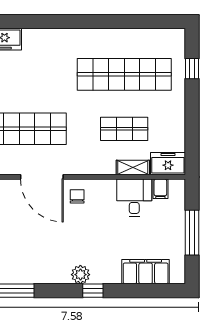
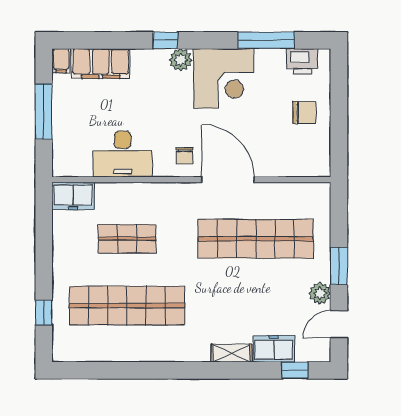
shelving: (133, 168) -> (231, 353), moved
filing cabinet: (160, 189) -> (61, 61), moved, turned 180
desk: (134, 198) -> (123, 154), width x1.37
corner desk: (45, 260) -> (224, 78), added

